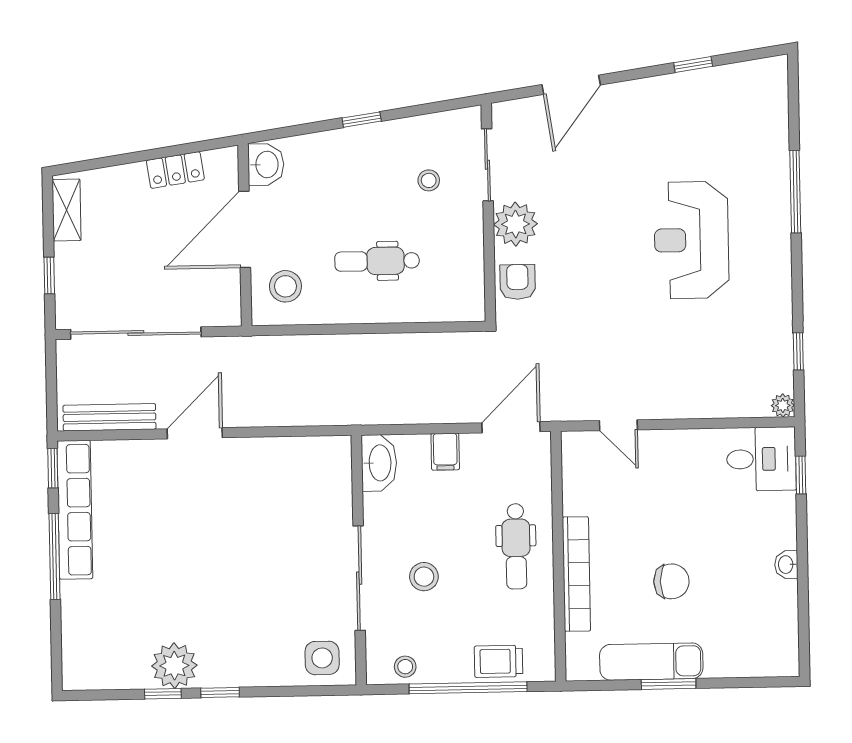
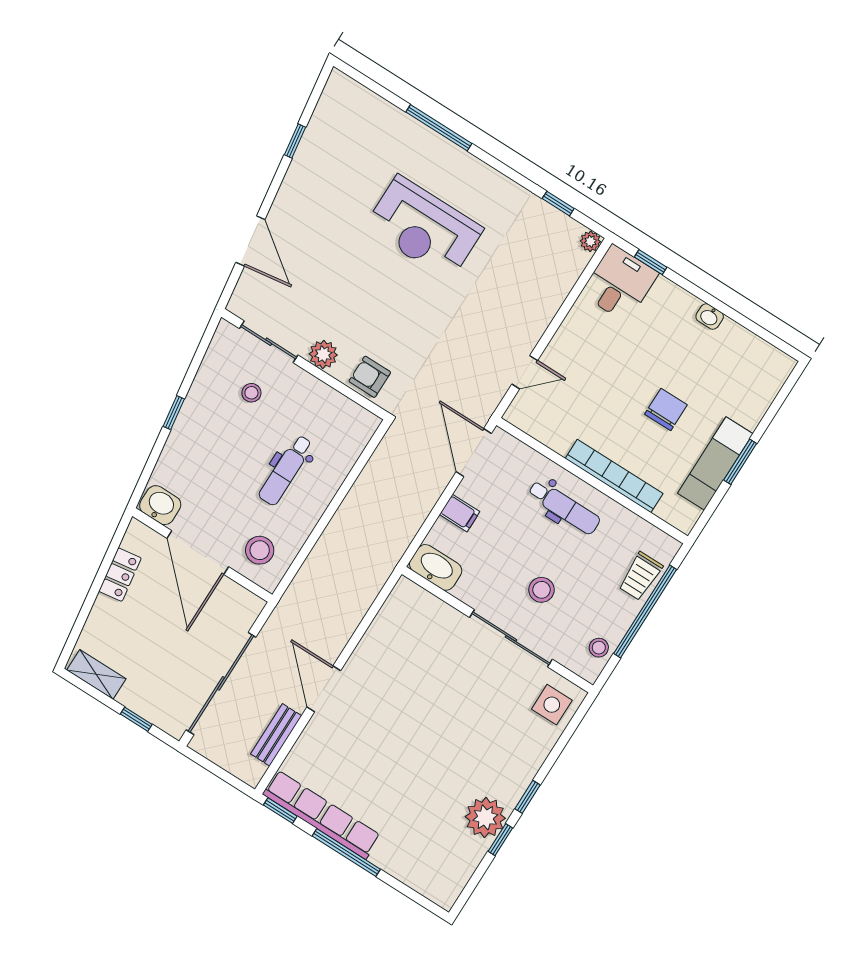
plant: (516, 224) -> (323, 354), width x0.73, depth x0.73
bench: (109, 417) -> (276, 735), width x0.73

